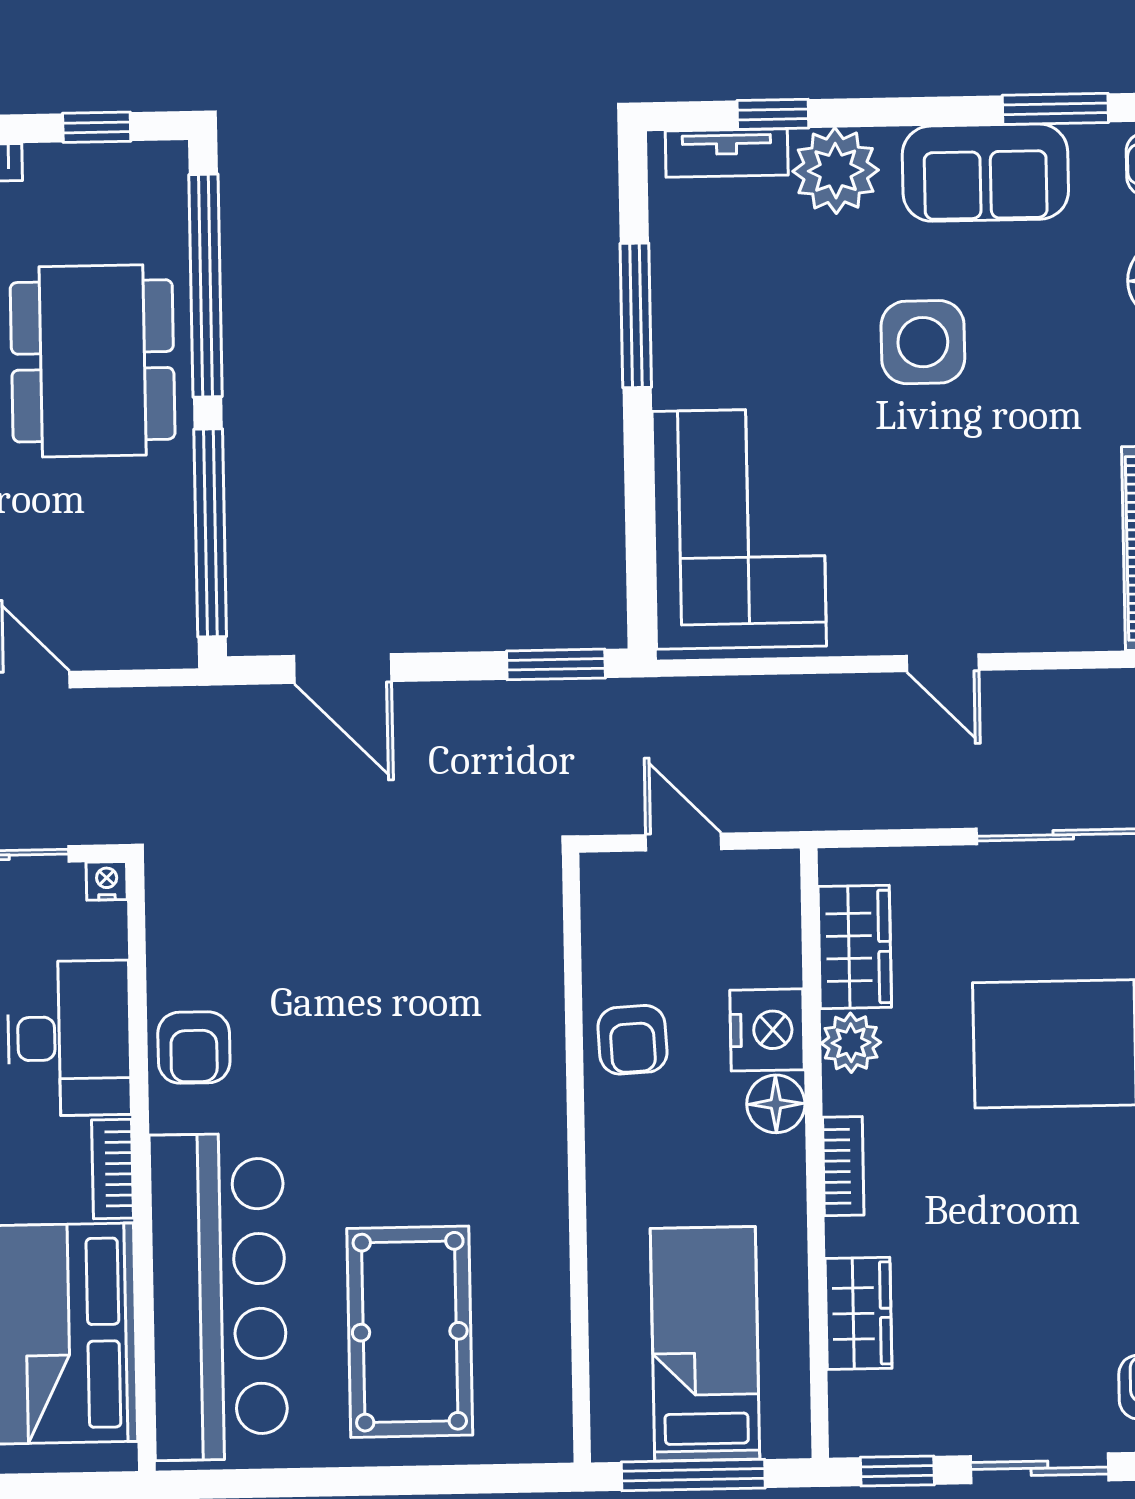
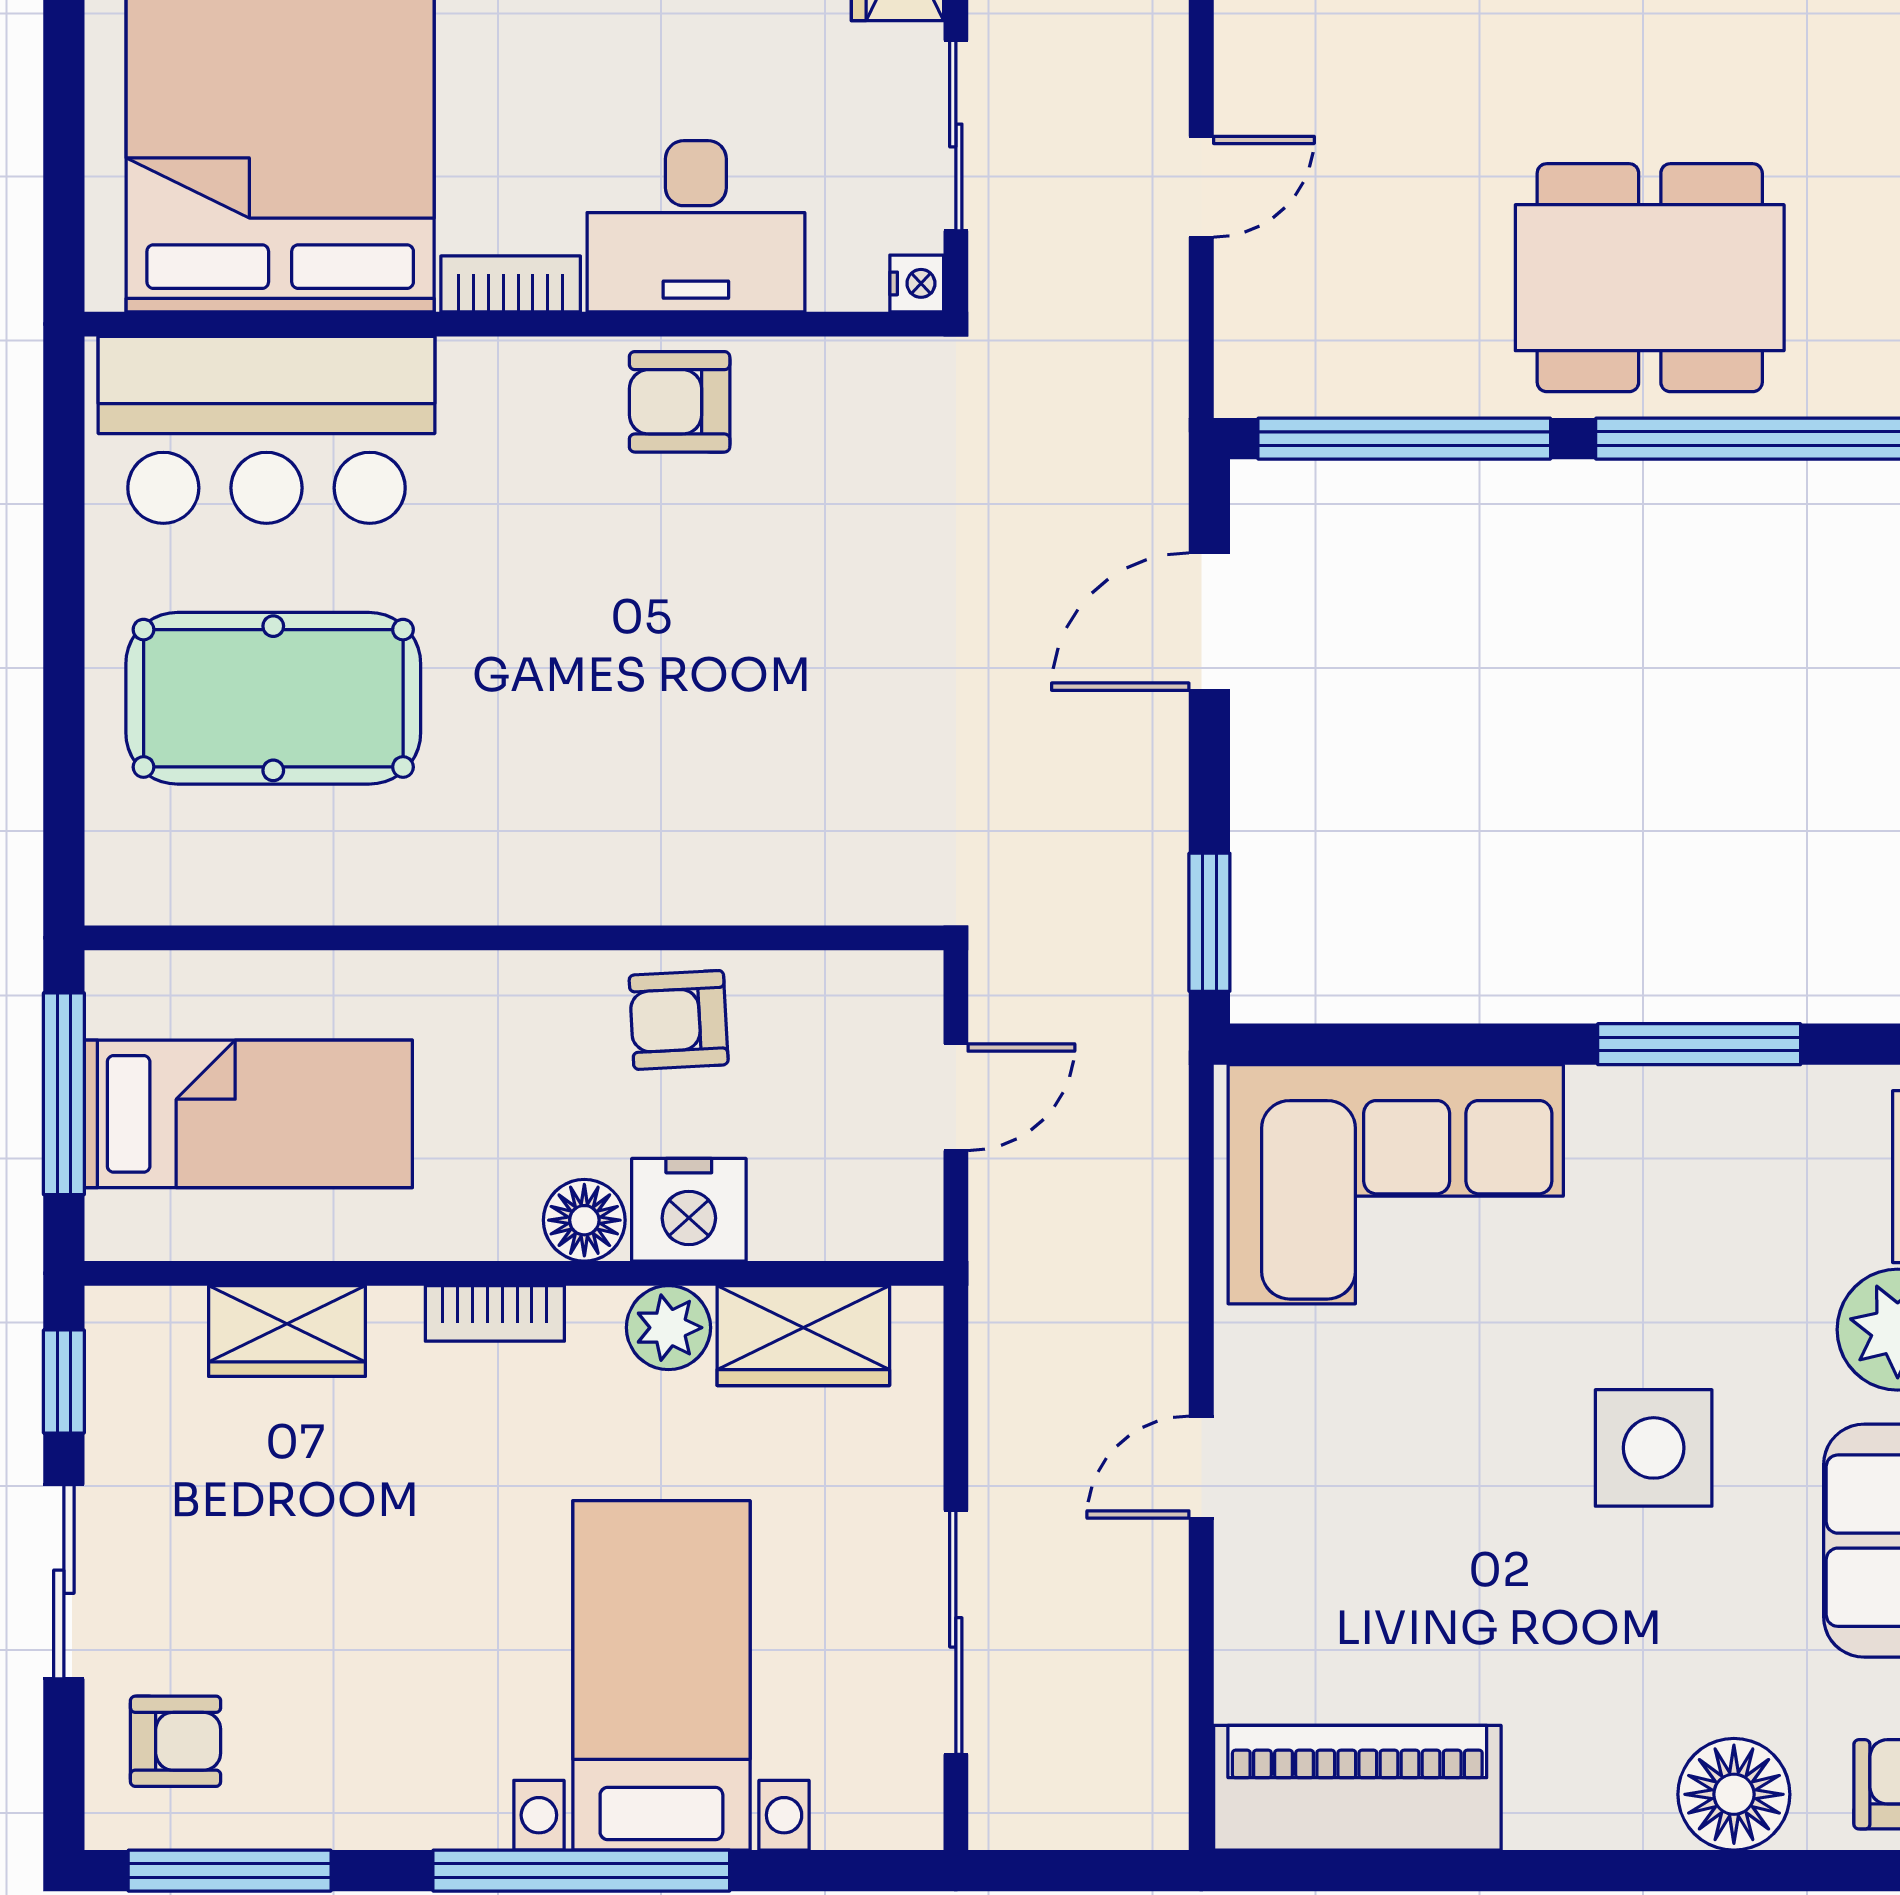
bar counter: (219, 1297) -> (266, 430), width x0.73

